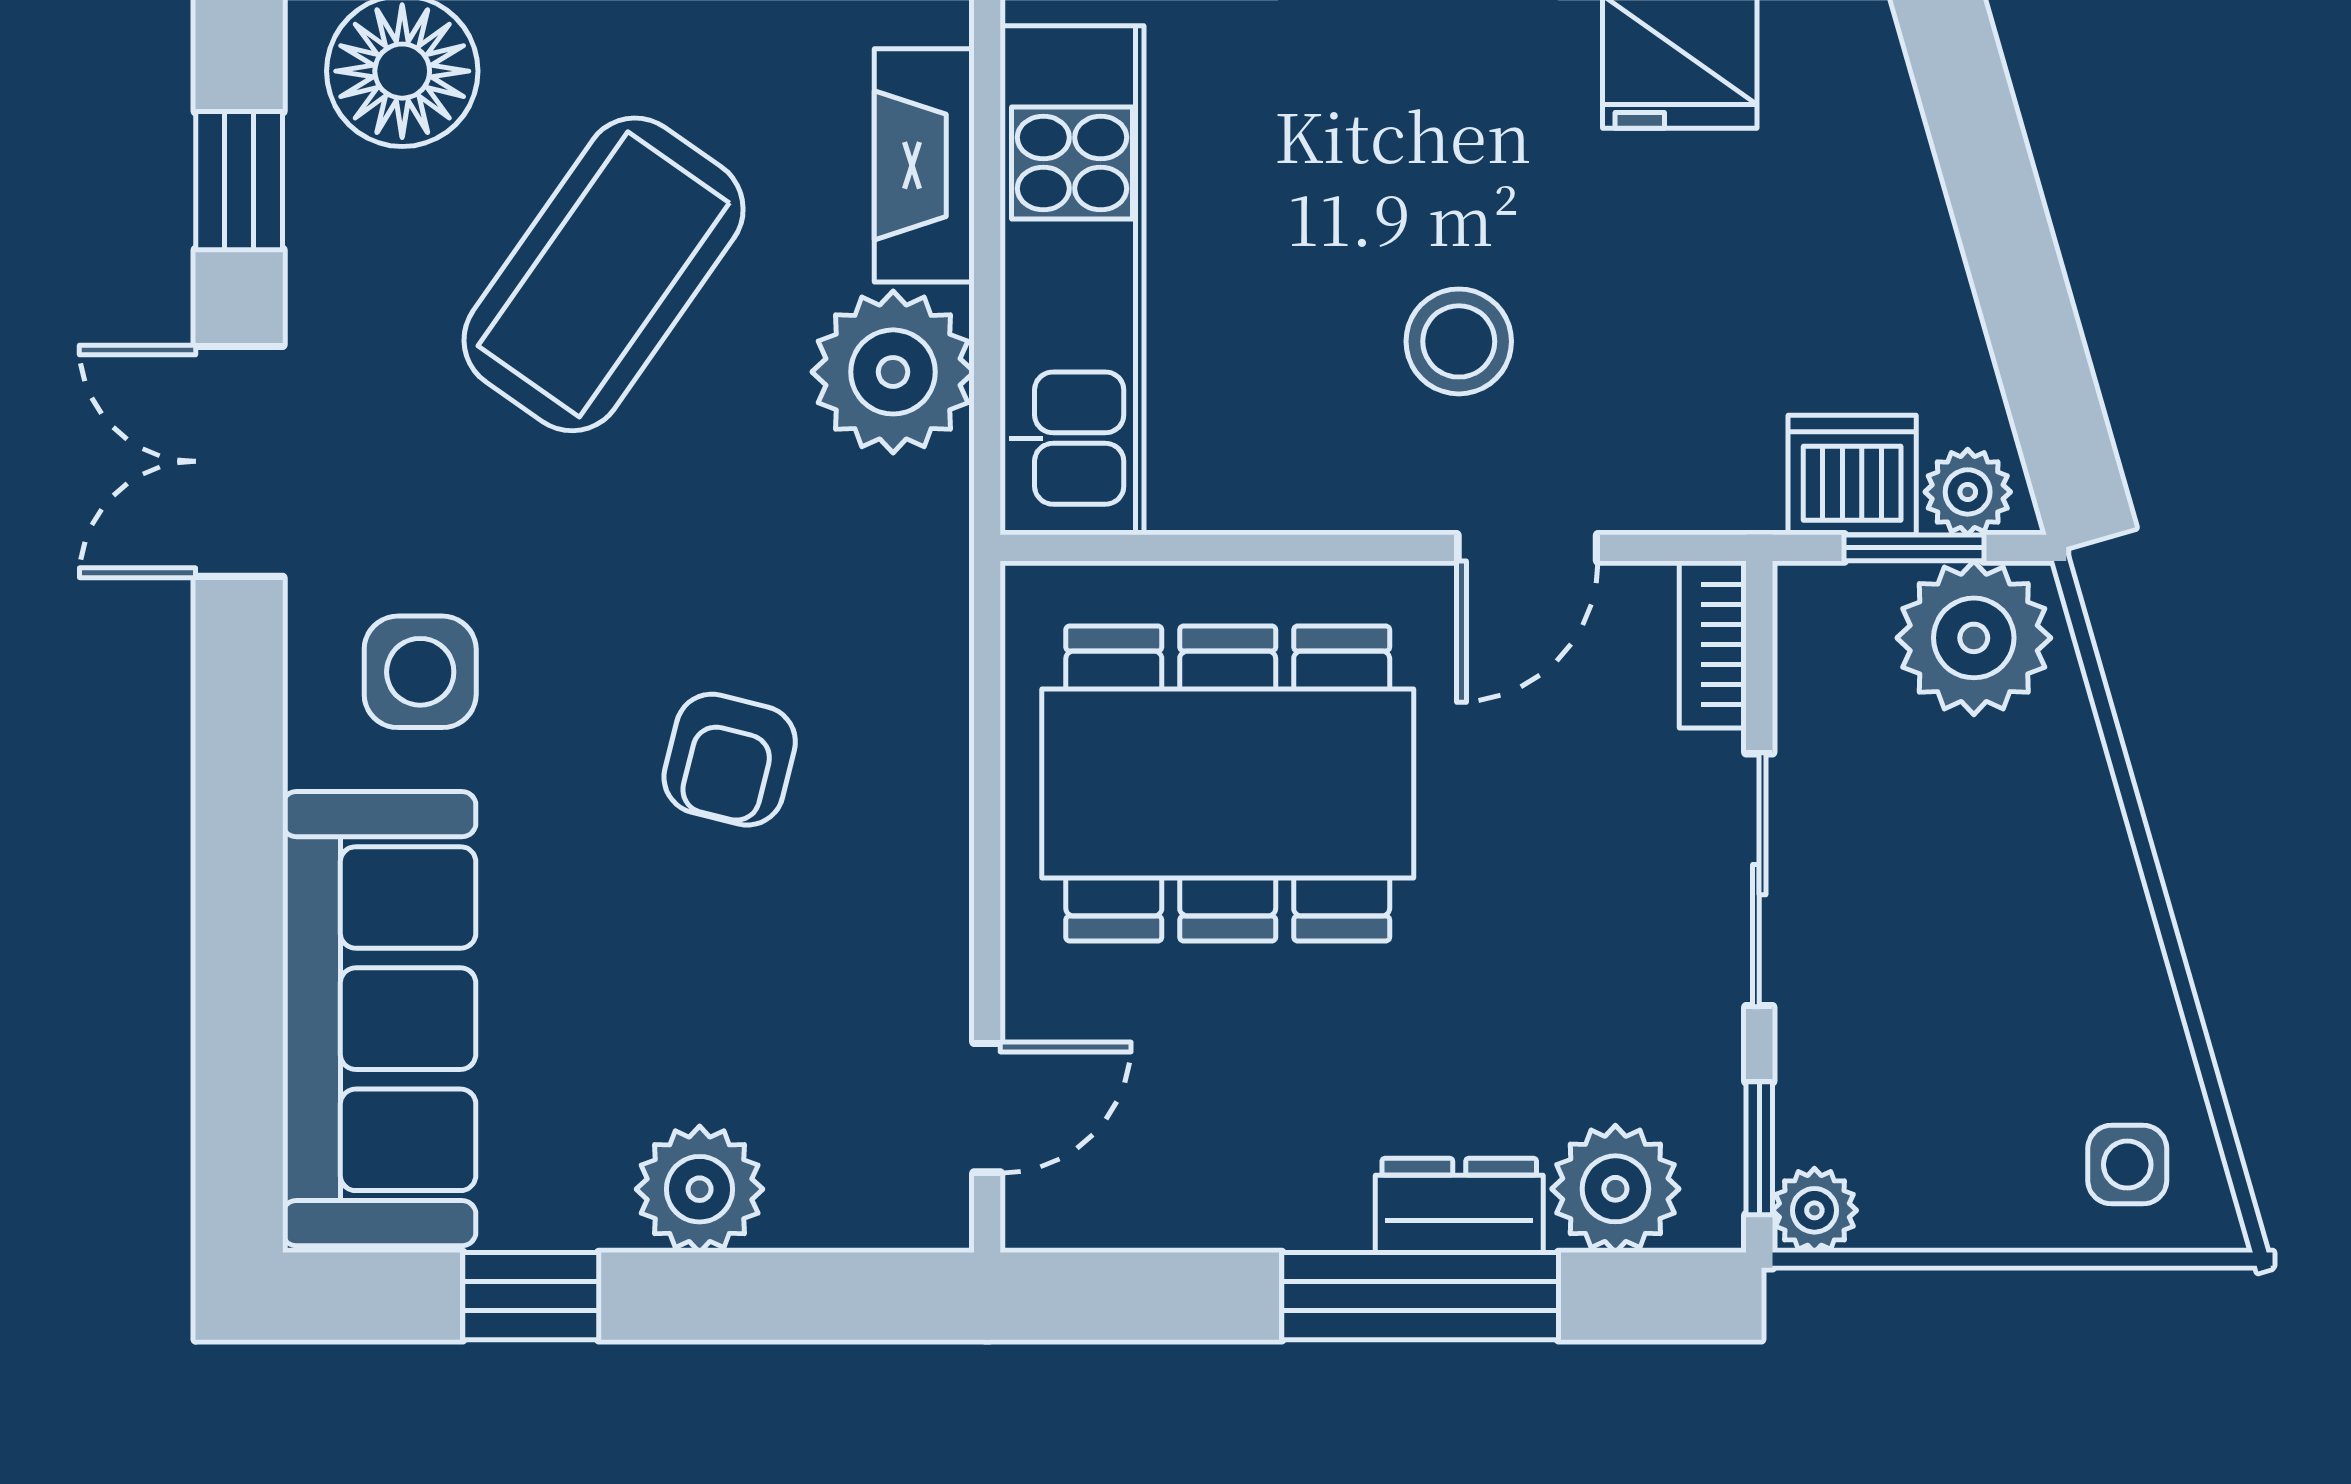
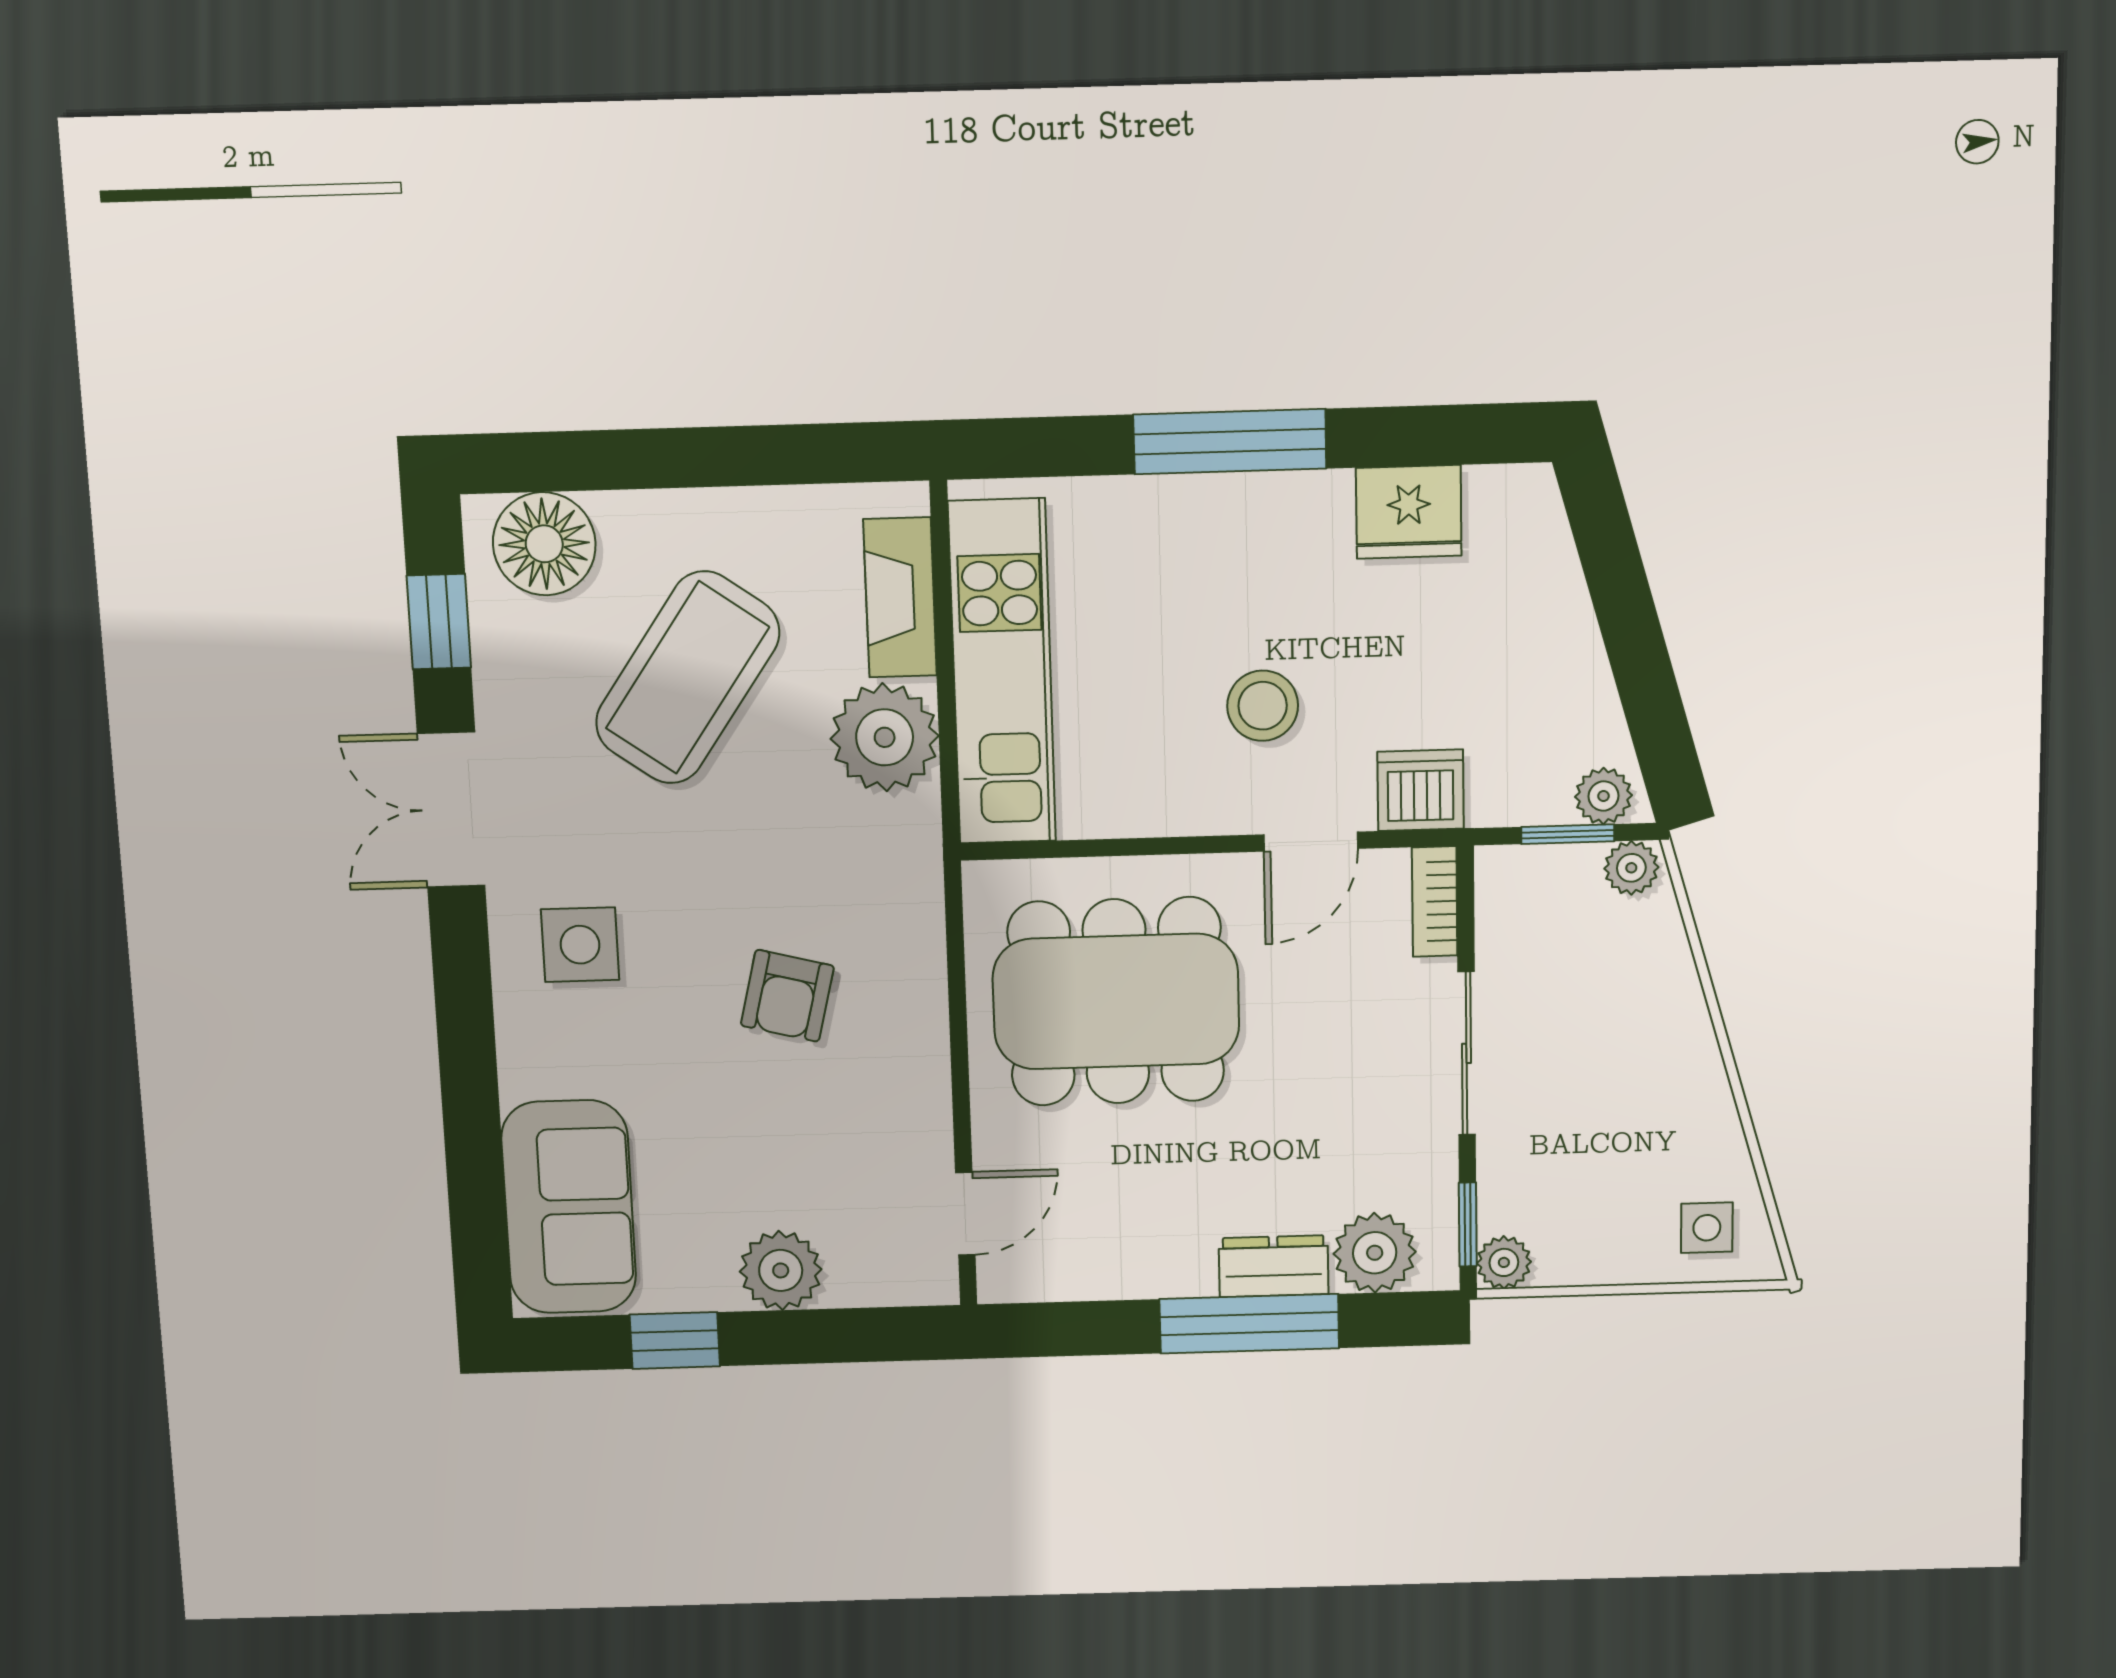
dishwasher: (1852, 475) -> (1421, 790), moved
plant: (1974, 638) -> (1631, 868), width x0.53, depth x0.53
sofa: (379, 1019) -> (569, 1207), width x0.73

